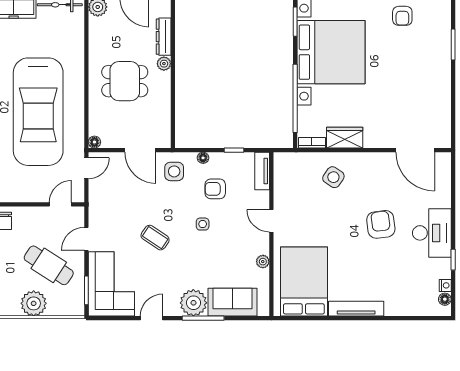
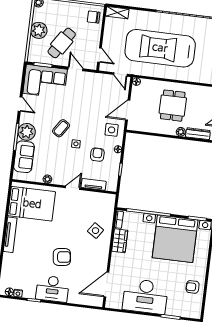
desk: (426, 87) -> (145, 296), added
tv unit: (262, 171) -> (94, 184), moved
coffee table: (155, 238) -> (61, 128), moved

